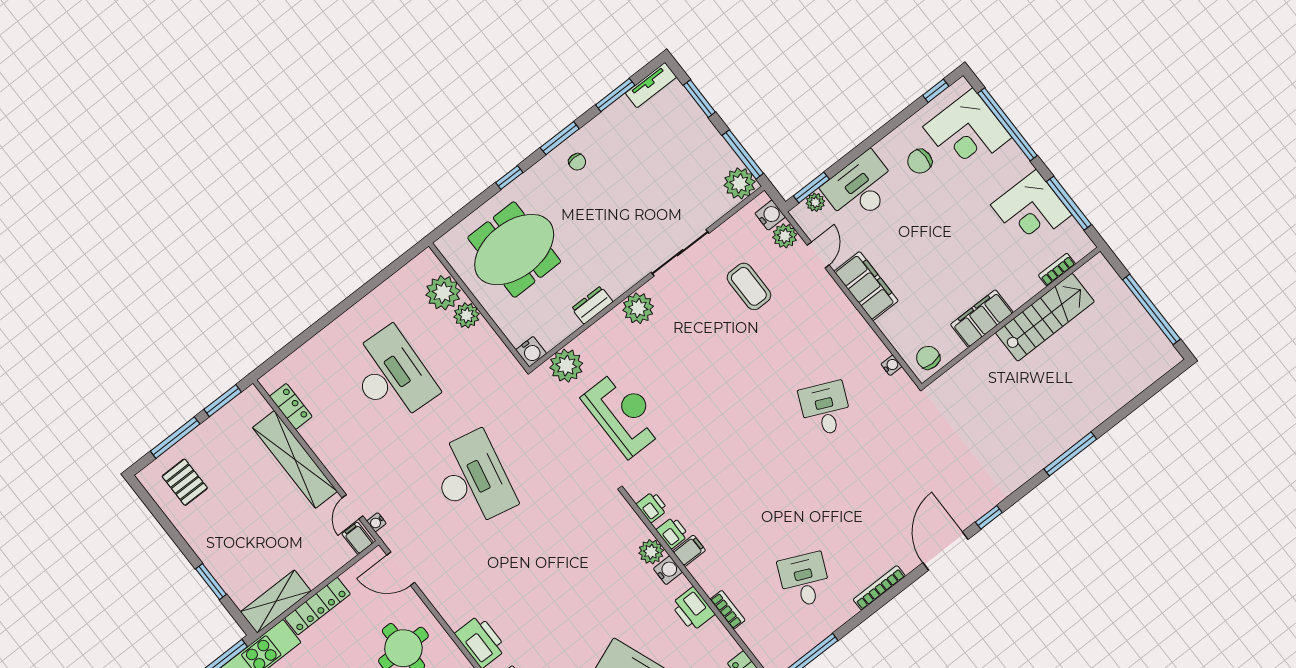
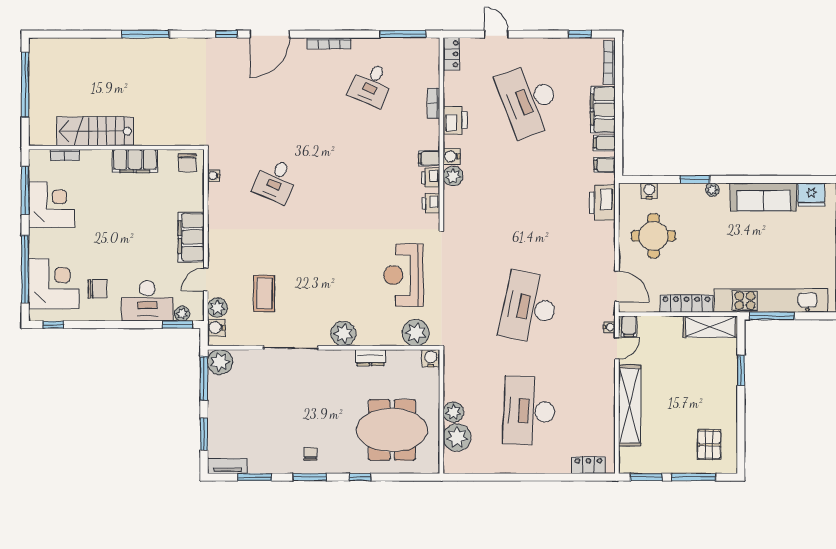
locker: (291, 406) -> (588, 465), moved, turned 90

